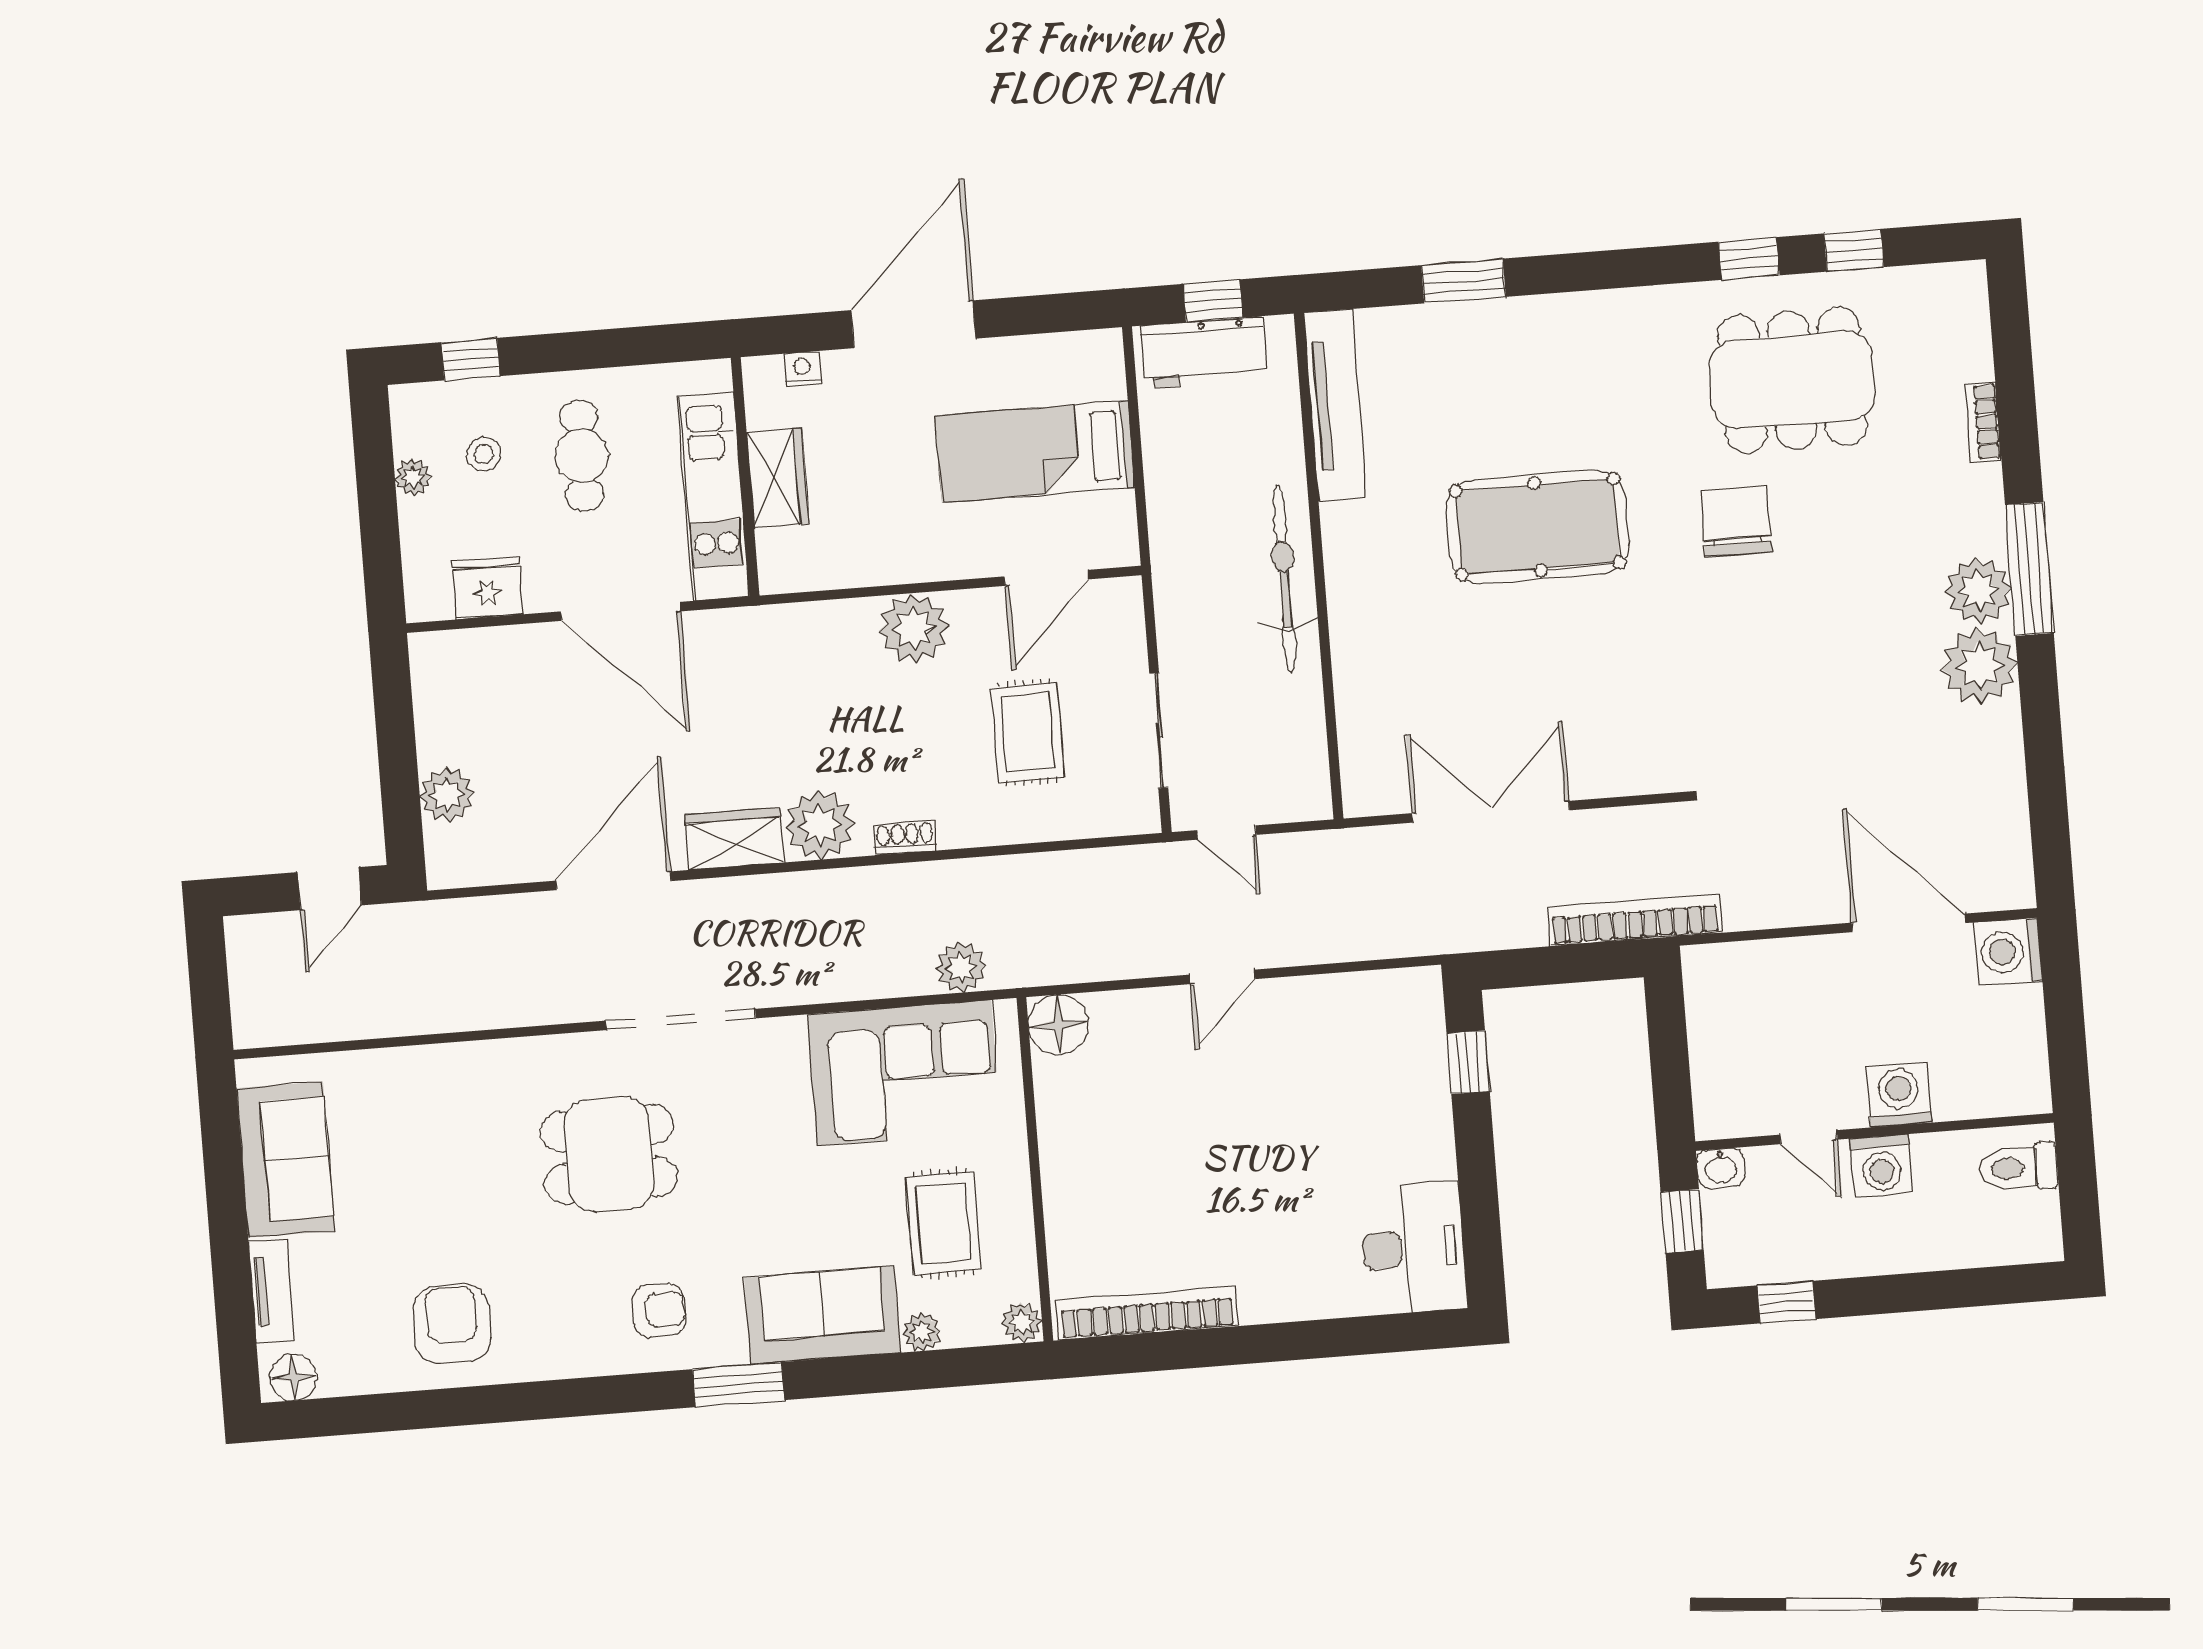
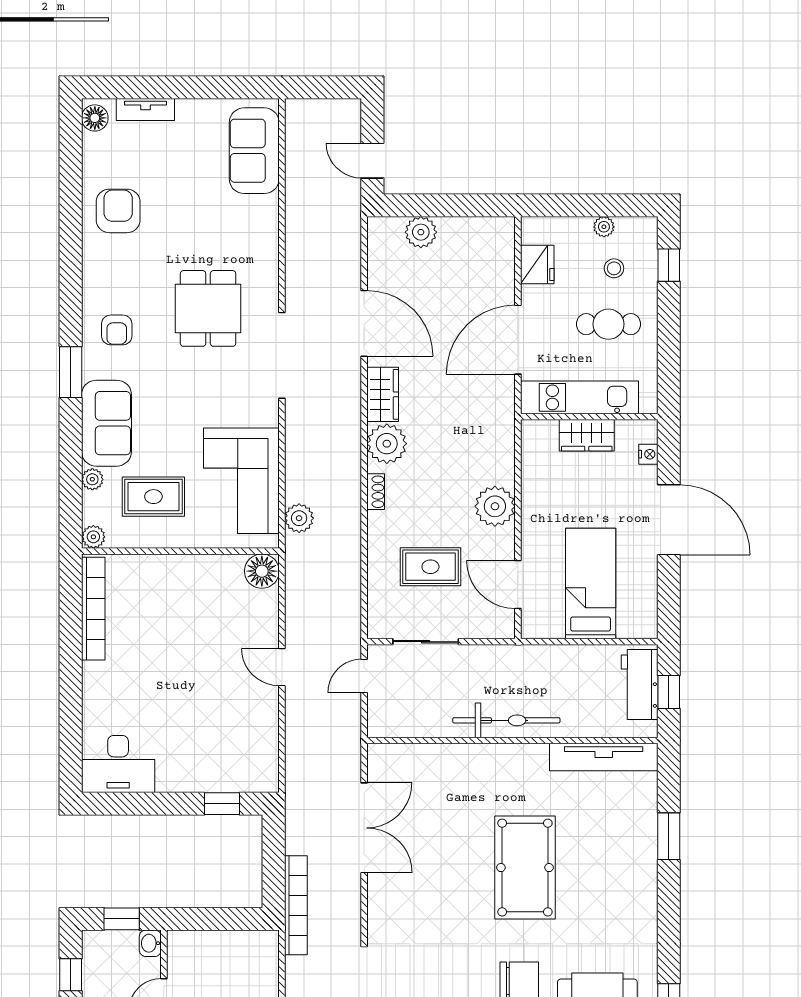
sofa: (285, 1159) -> (254, 151), moved, turned 90
armchair: (452, 1324) -> (118, 211), turned -90

